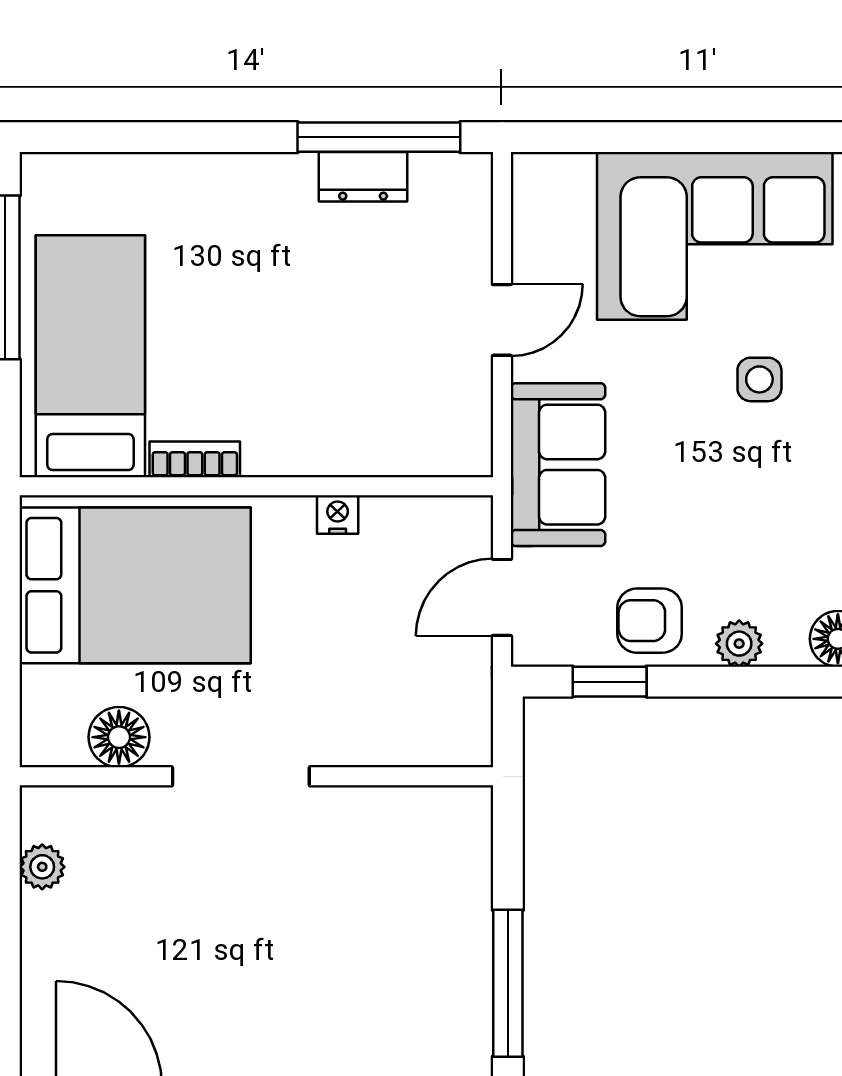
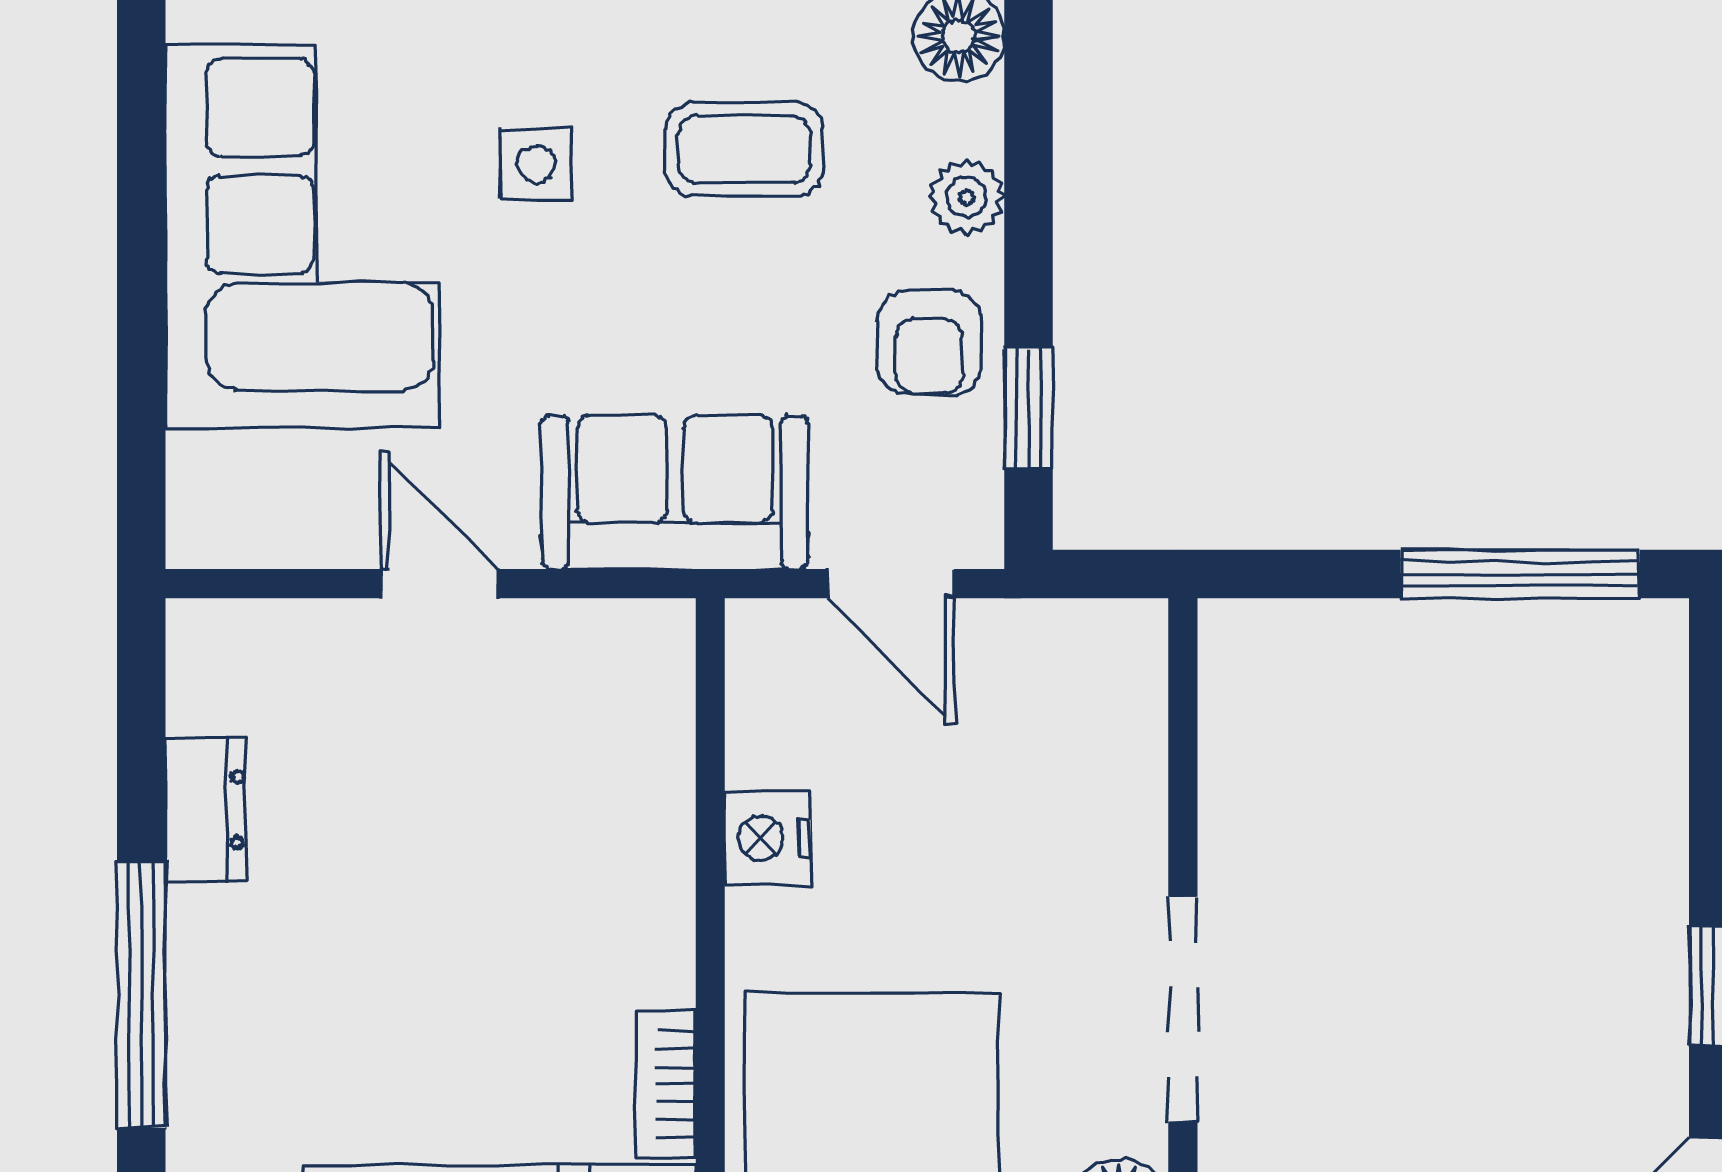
window: (379, 137) -> (141, 995), moved
coffee table: (769, 507) -> (744, 149), added
nightstand: (338, 515) -> (767, 838), width x1.39, depth x1.35

